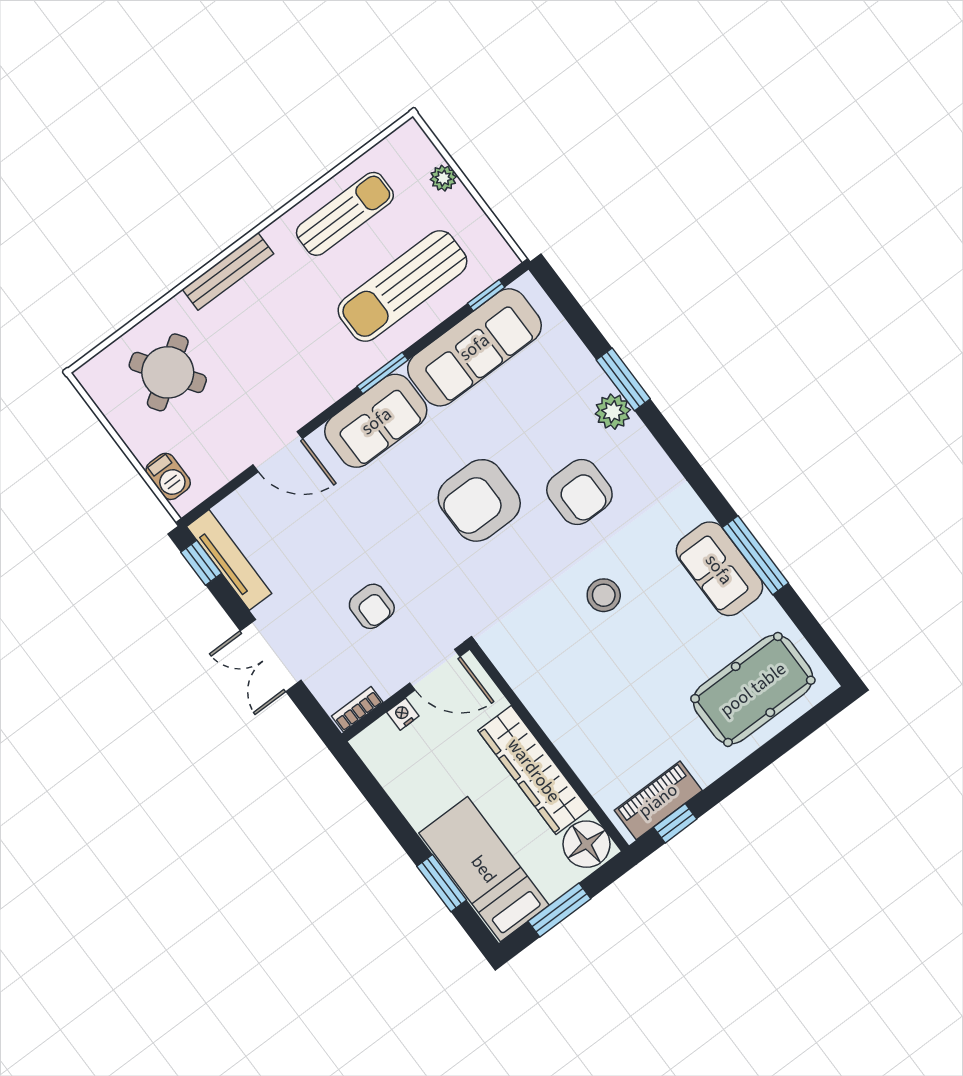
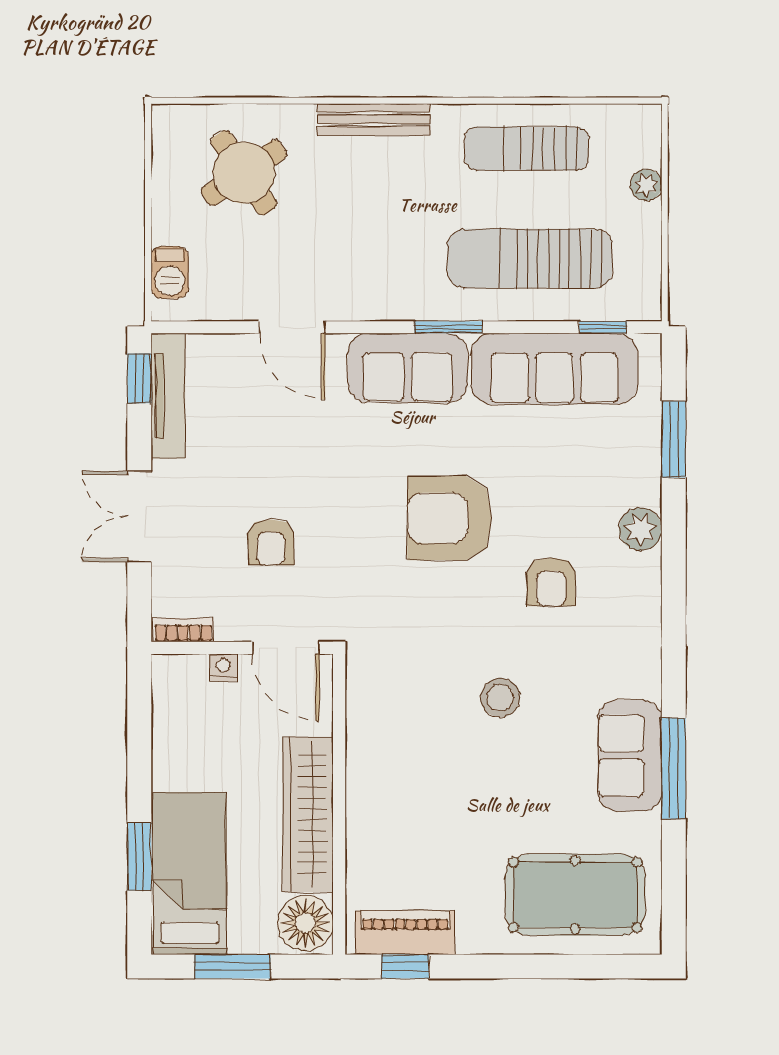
sun lounger: (345, 214) -> (527, 148), turned 180
window: (623, 379) -> (674, 439), moved
armchair: (579, 492) -> (551, 582), width x0.72, depth x0.72

